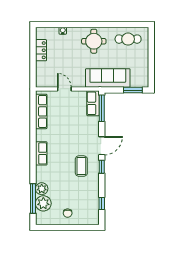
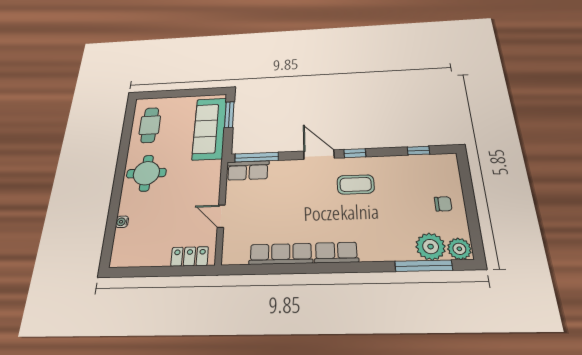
locker: (41, 50) -> (190, 256), moved
sofa: (108, 78) -> (209, 128), moved
door: (64, 89) -> (221, 216), hinge flipped
row of seats: (41, 111) -> (281, 254), moved
plant: (42, 189) -> (459, 249), moved

